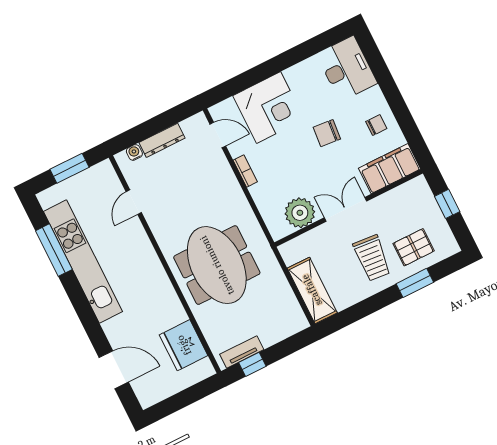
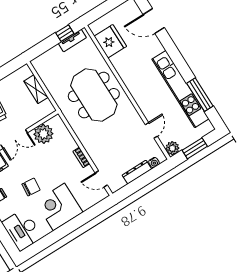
corner desk: (269, 108) -> (59, 207), moved
plant: (104, 172) -> (172, 148), added
shelving: (312, 290) -> (36, 89), width x0.67, depth x0.75

